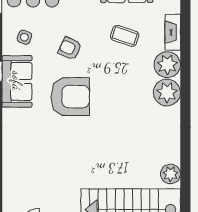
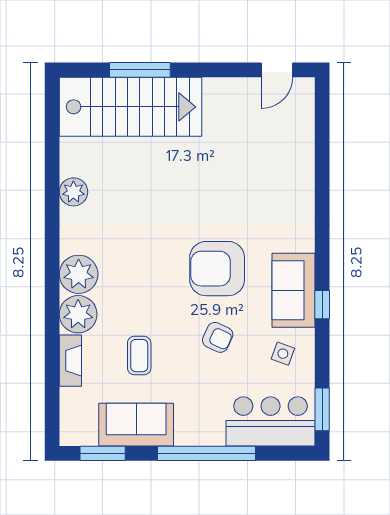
coffee table: (125, 36) -> (139, 356), turned 72
plant: (171, 174) -> (73, 192), moved

